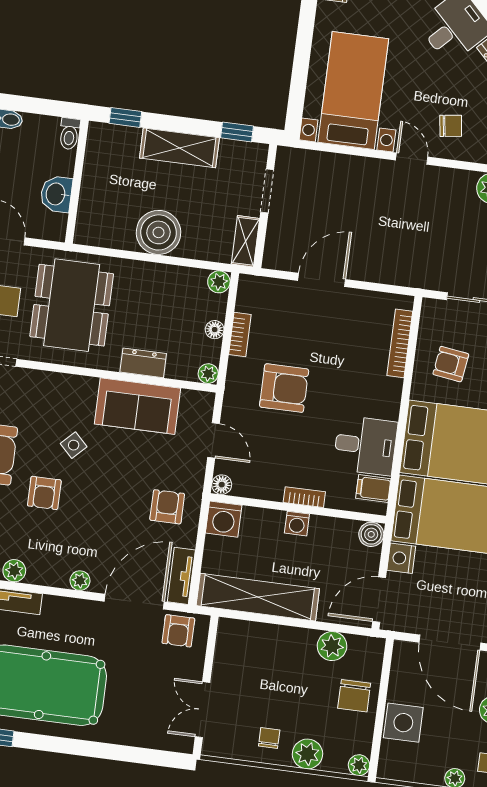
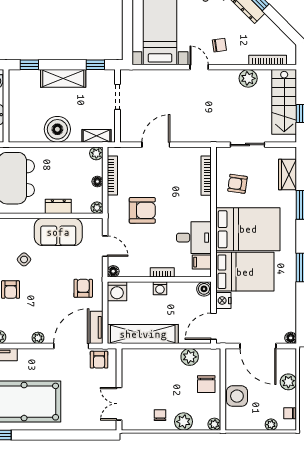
shelving: (246, 241) -> (96, 136), moved, turned 90
bookcase: (240, 334) -> (112, 175), width x1.56

